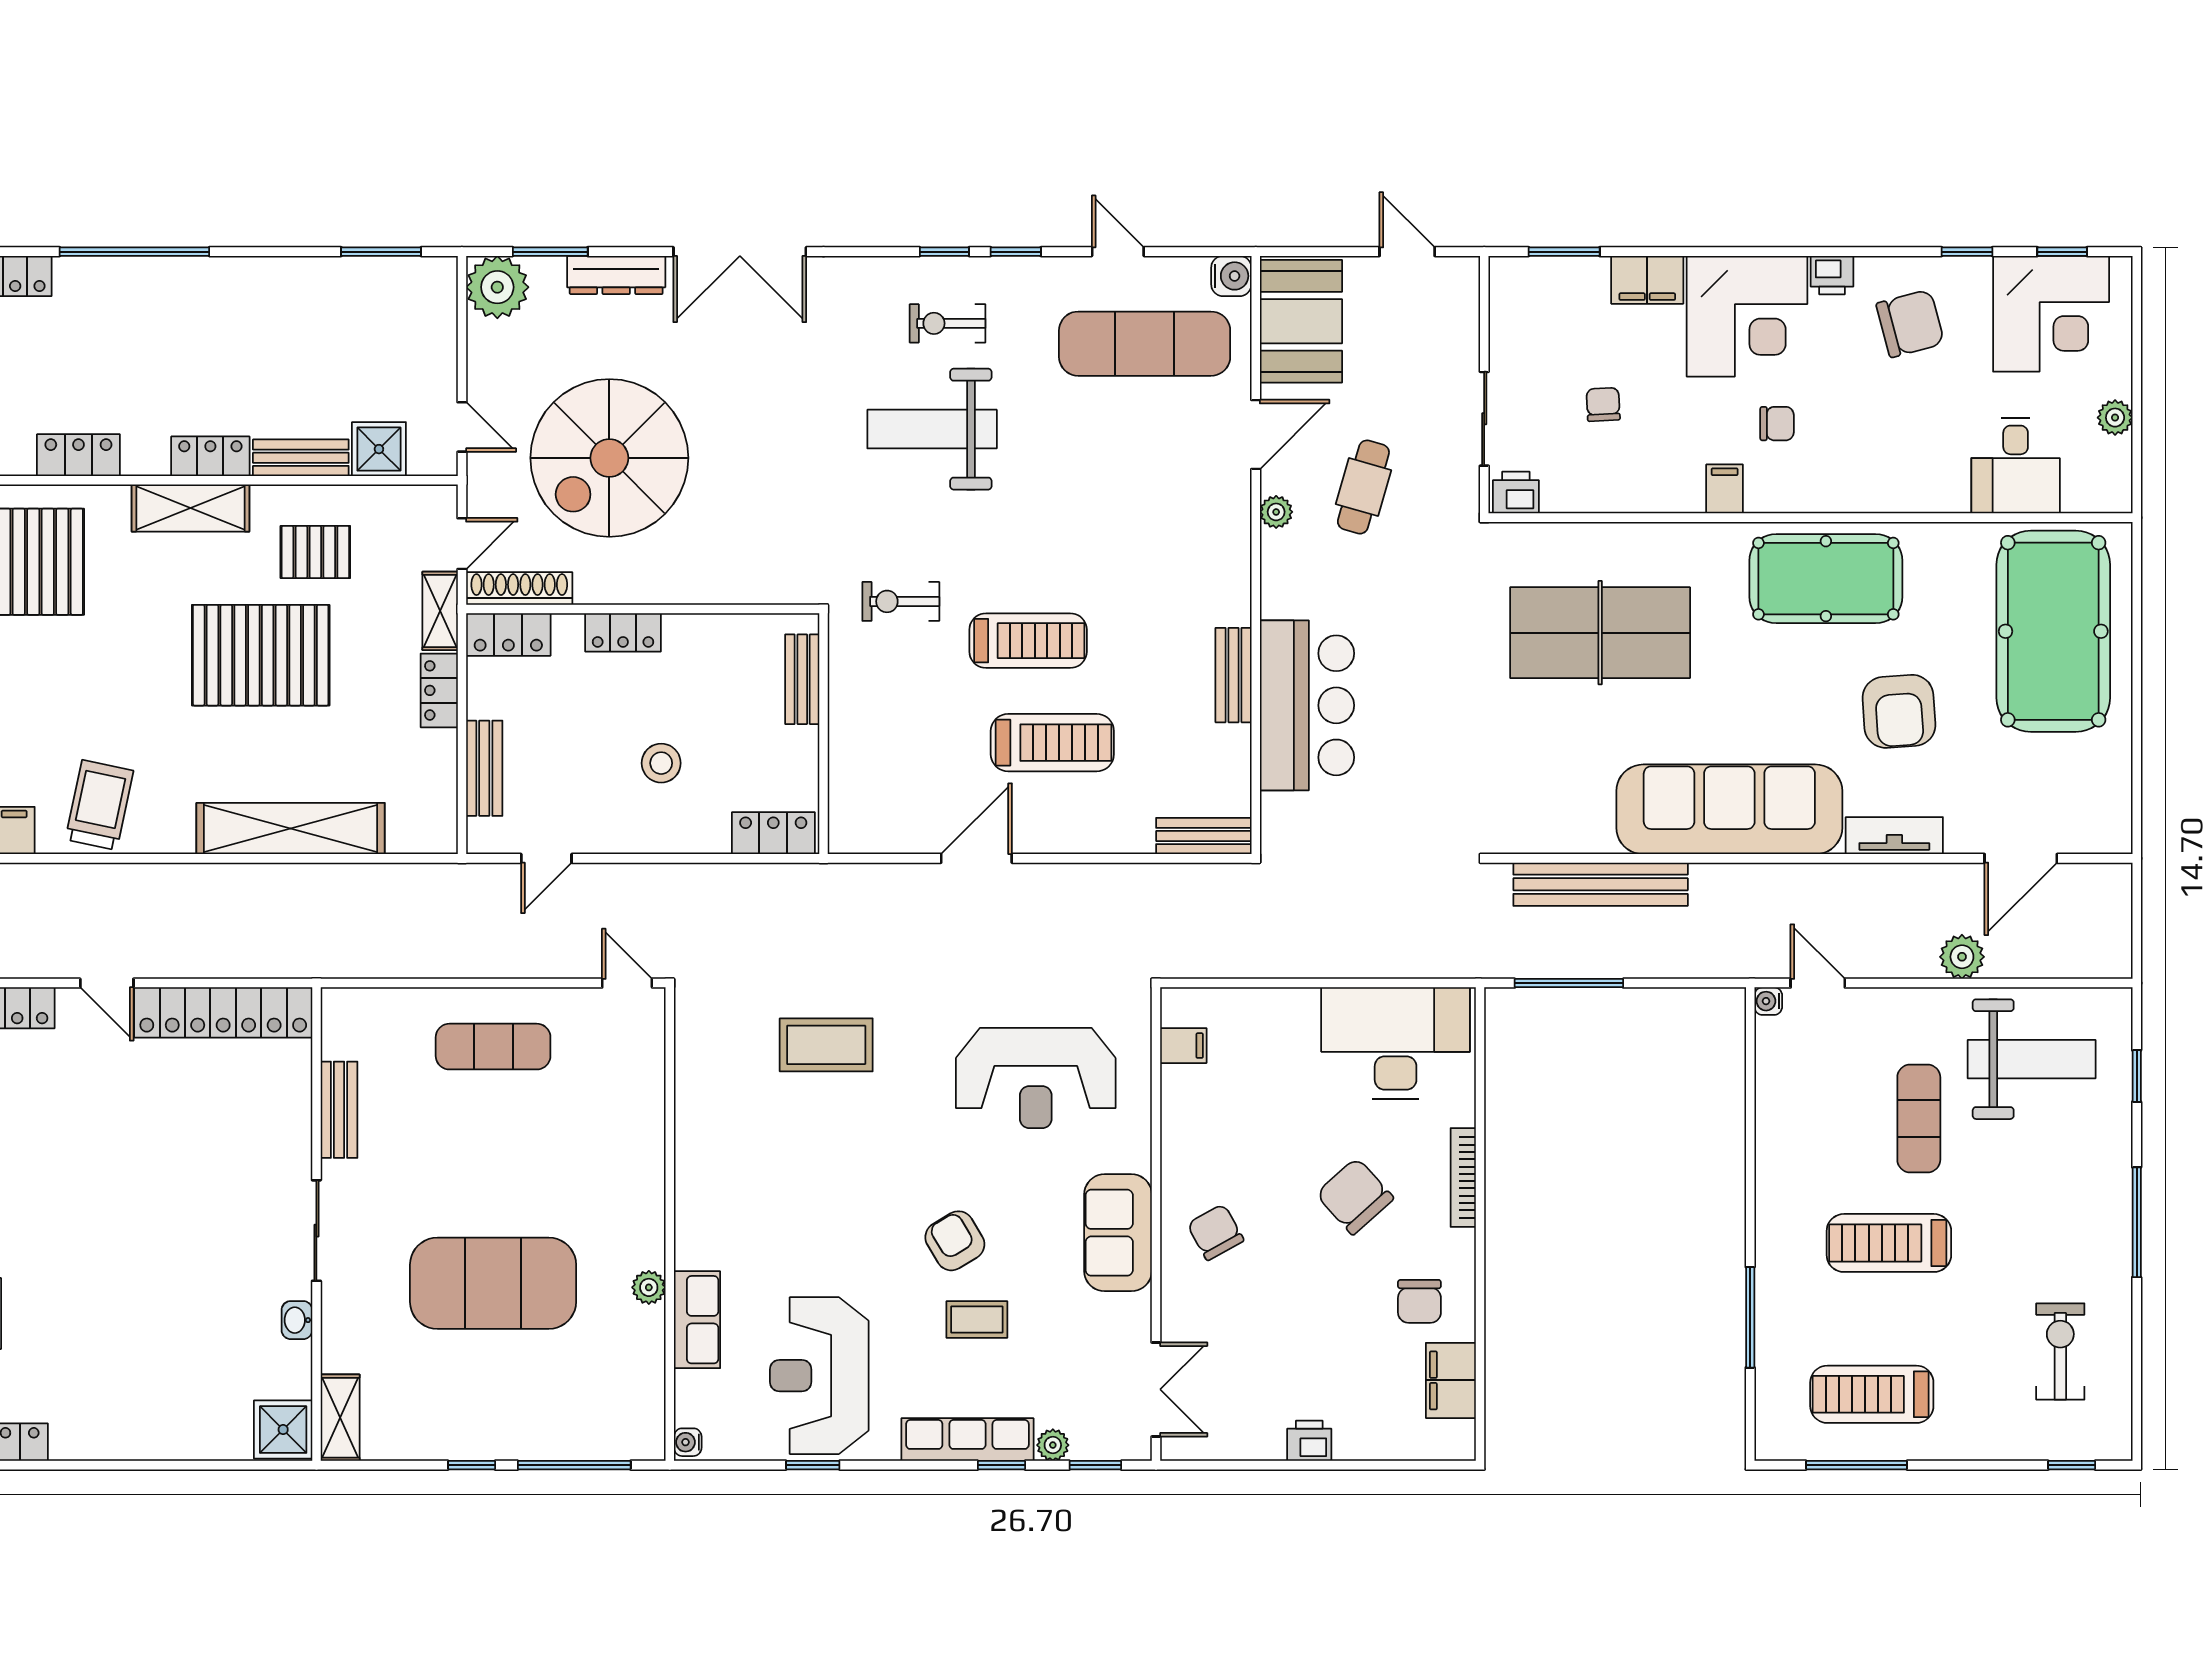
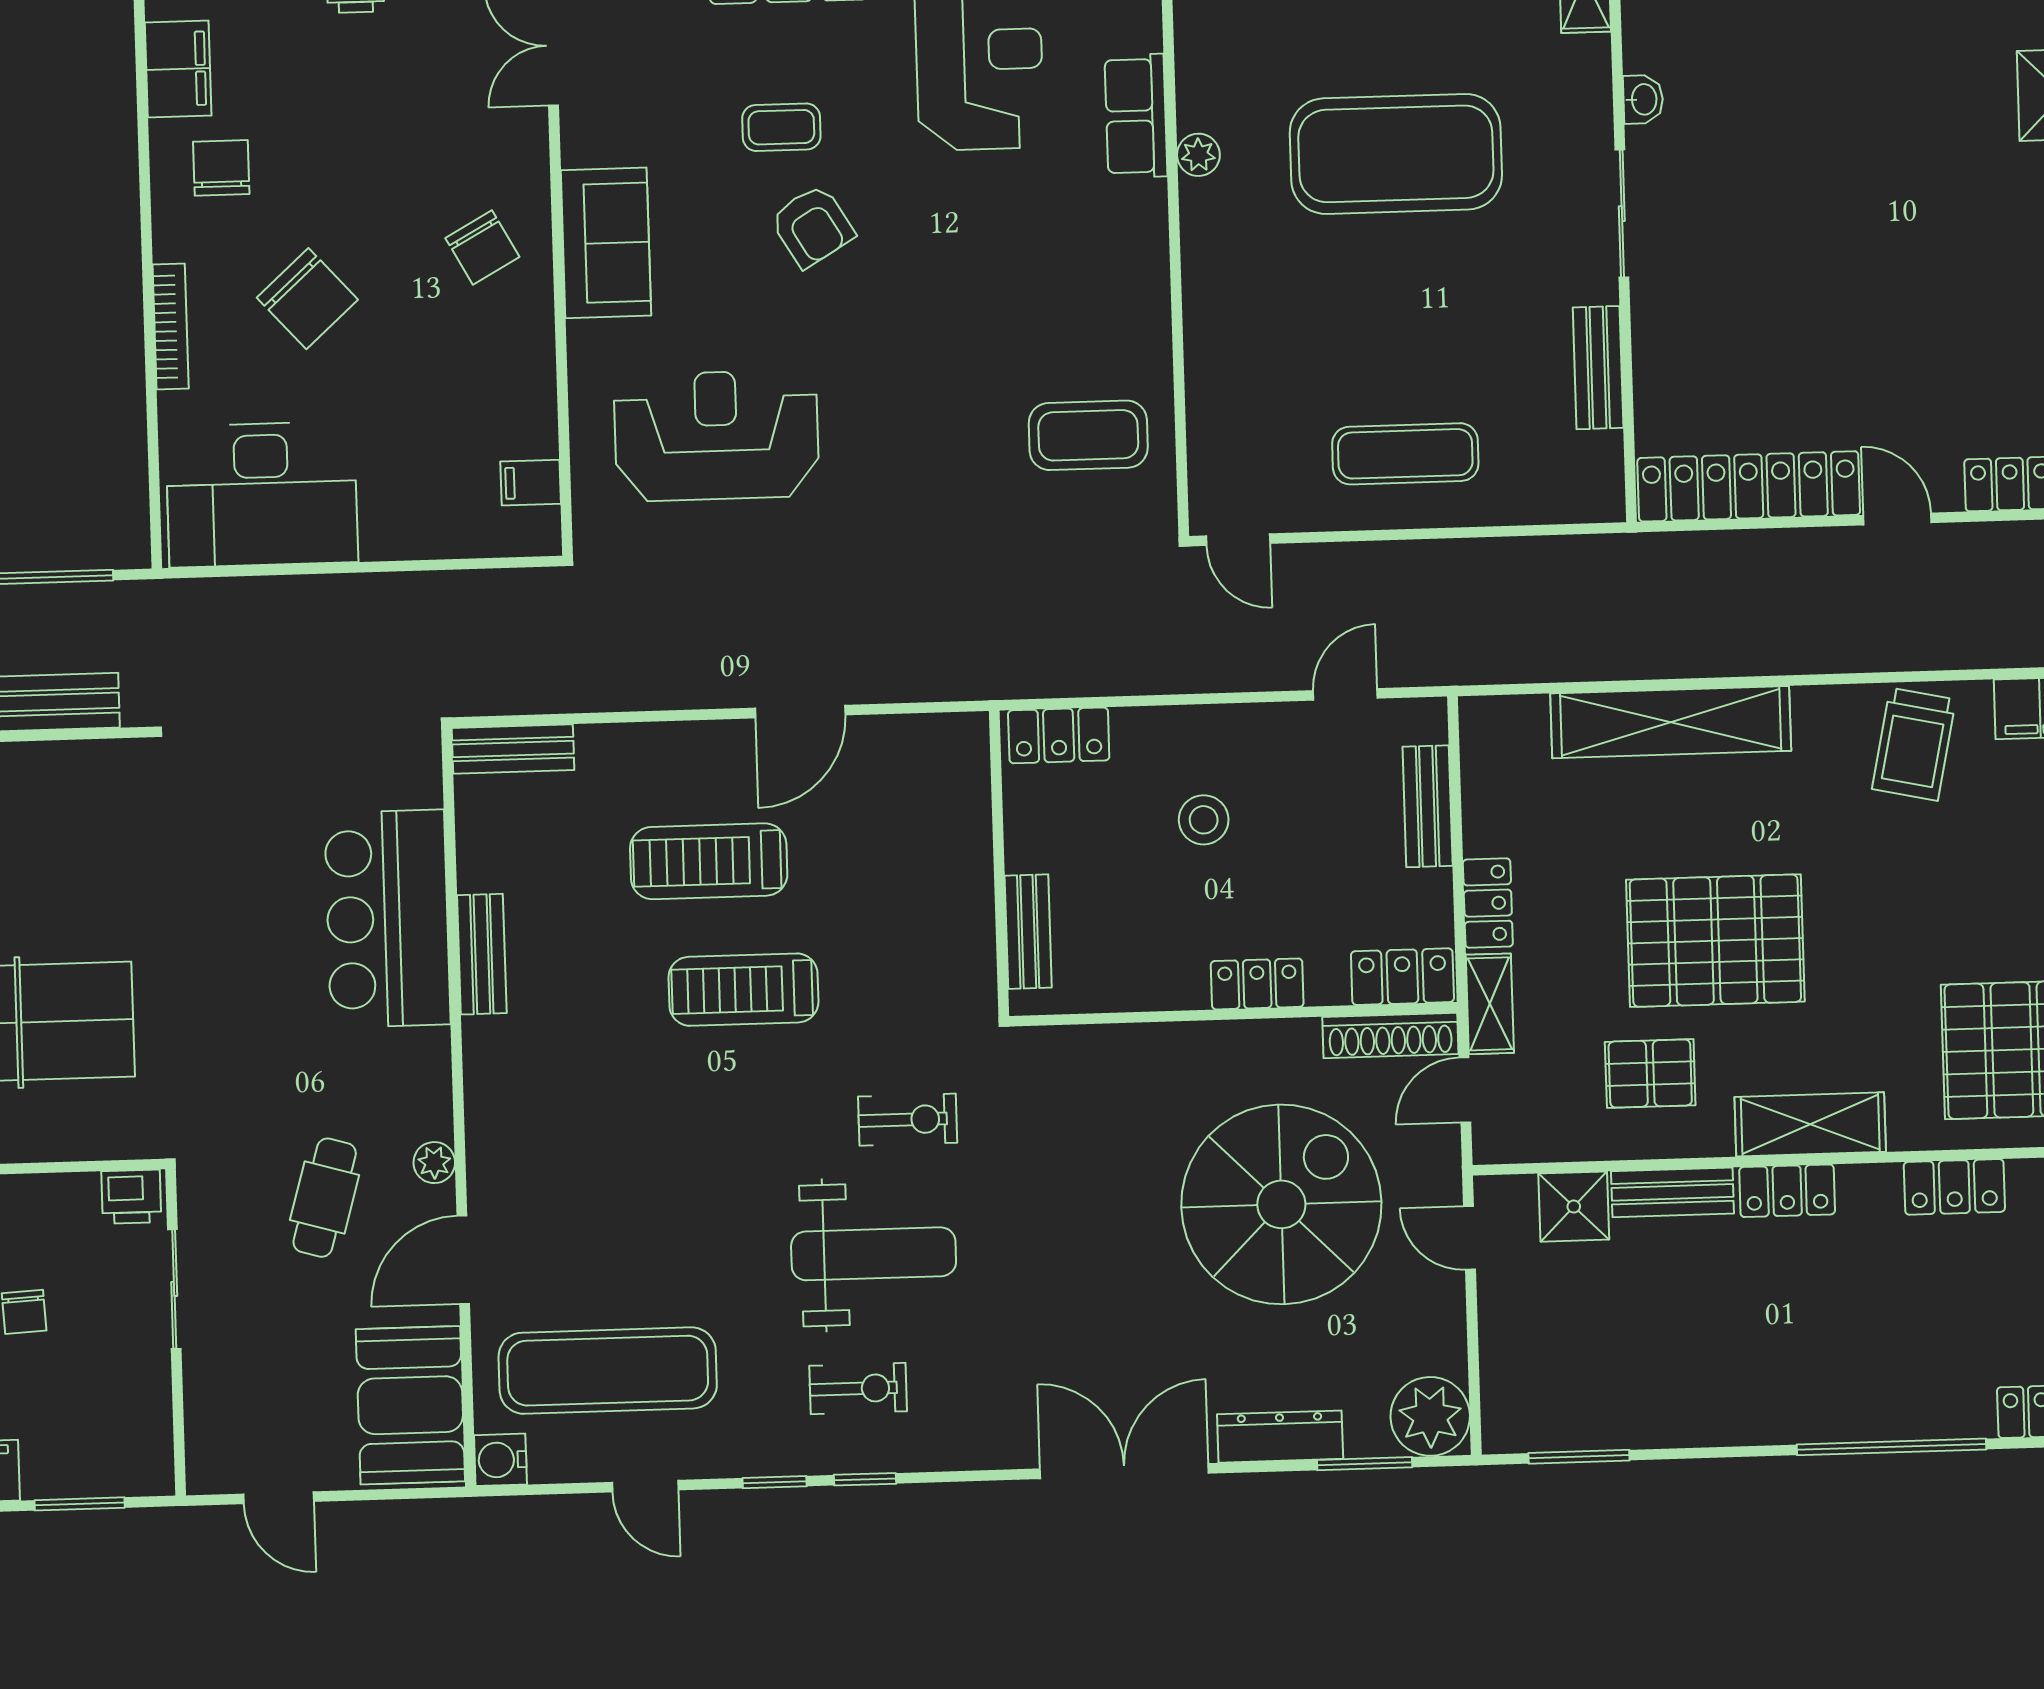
exercise bike: (901, 601) -> (908, 1120), moved
coffee table: (826, 1045) -> (1088, 435), moved

